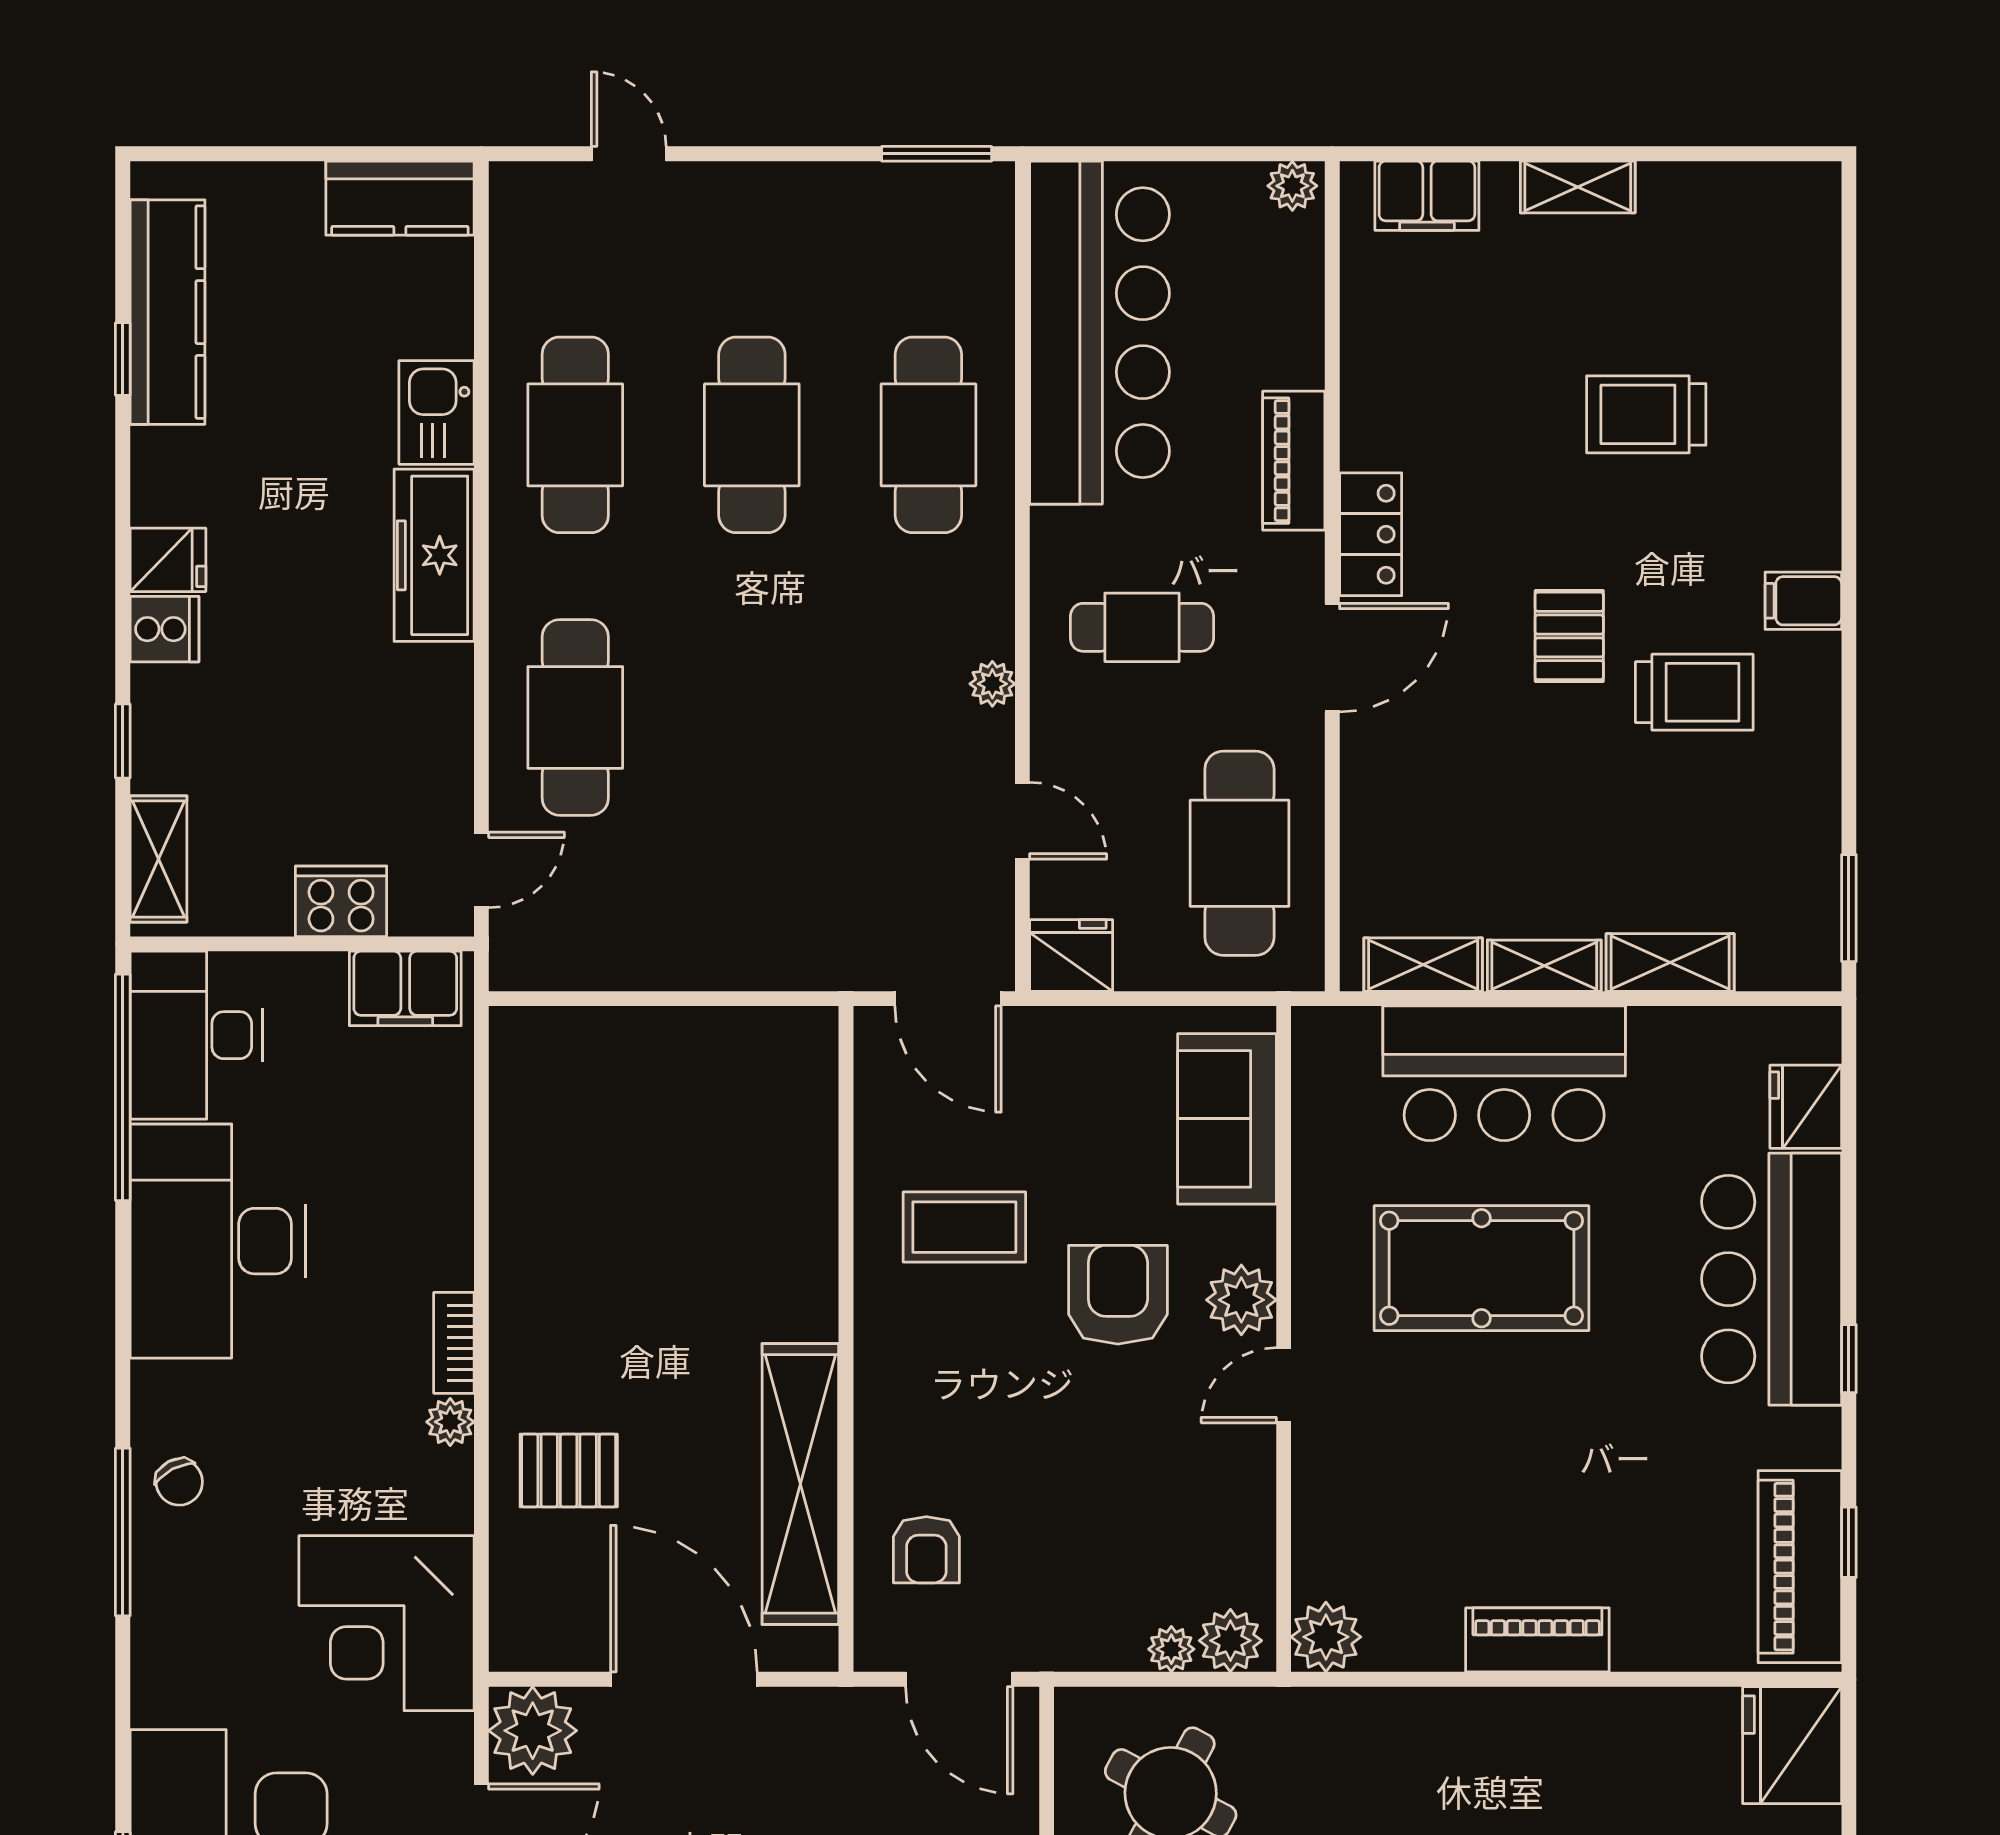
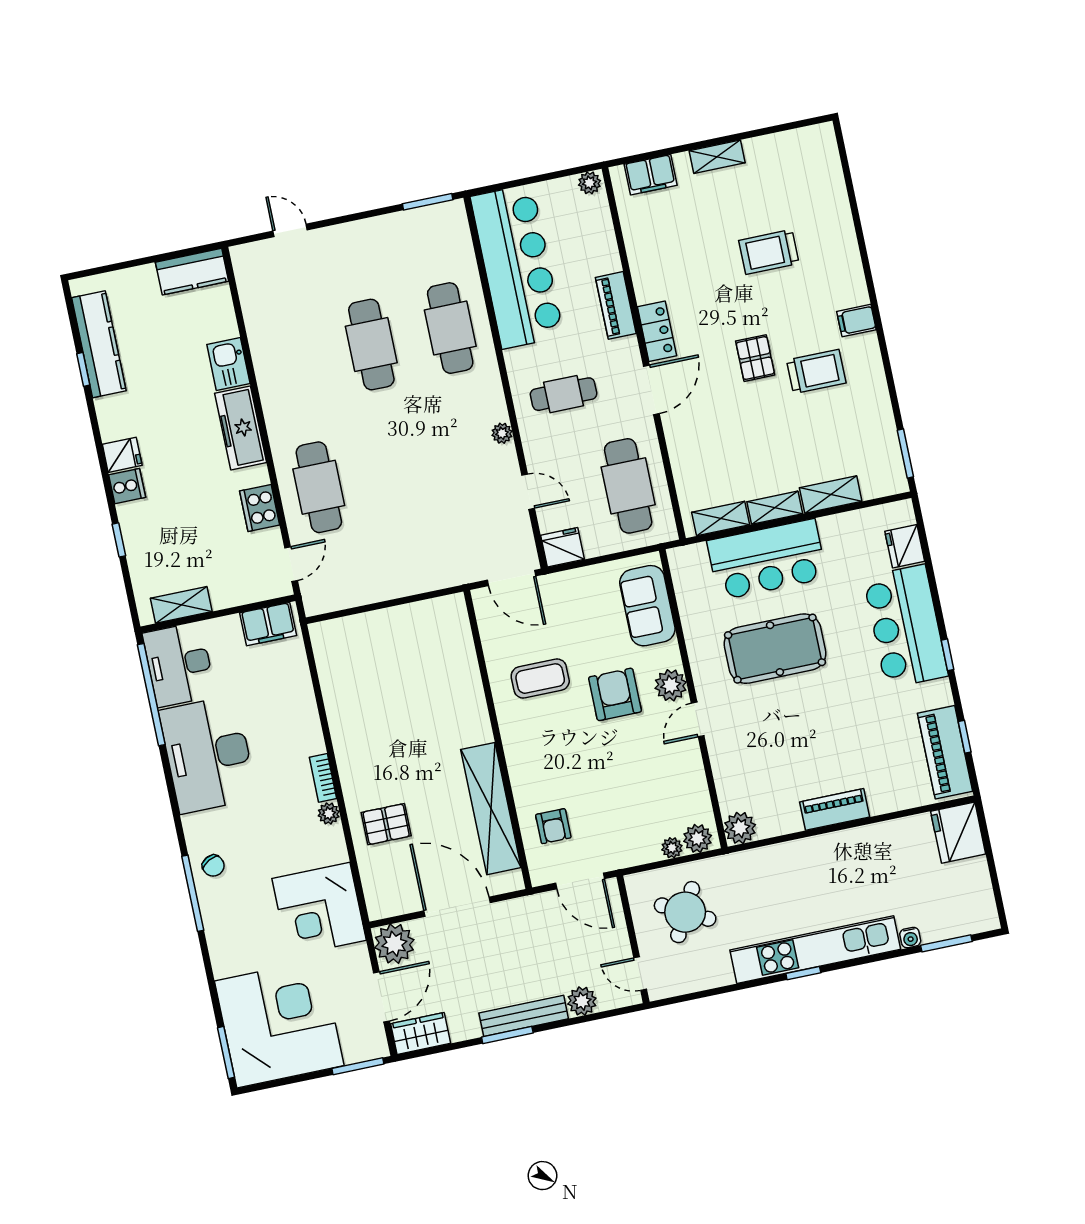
cafe table: (575, 435) -> (292, 361), removed
shelving: (158, 859) -> (181, 605), moved, turned 90
cooker: (341, 901) -> (260, 508), moved, turned -90

